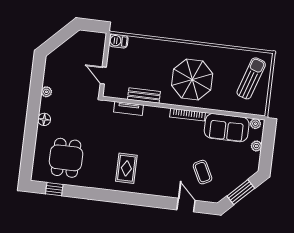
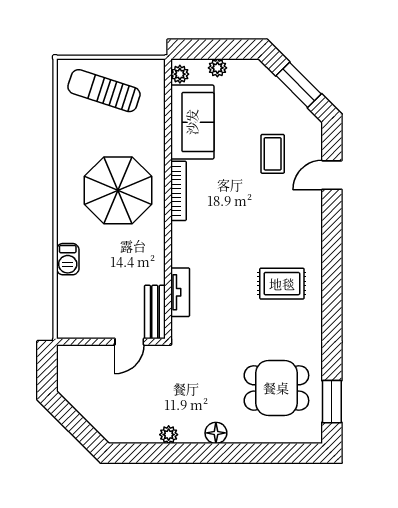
barbecue: (118, 41) -> (68, 259), moved
bench: (144, 95) -> (155, 312), moved
coffee table: (203, 172) -> (273, 154), turned -63
window: (54, 189) -> (332, 402), width x1.50

